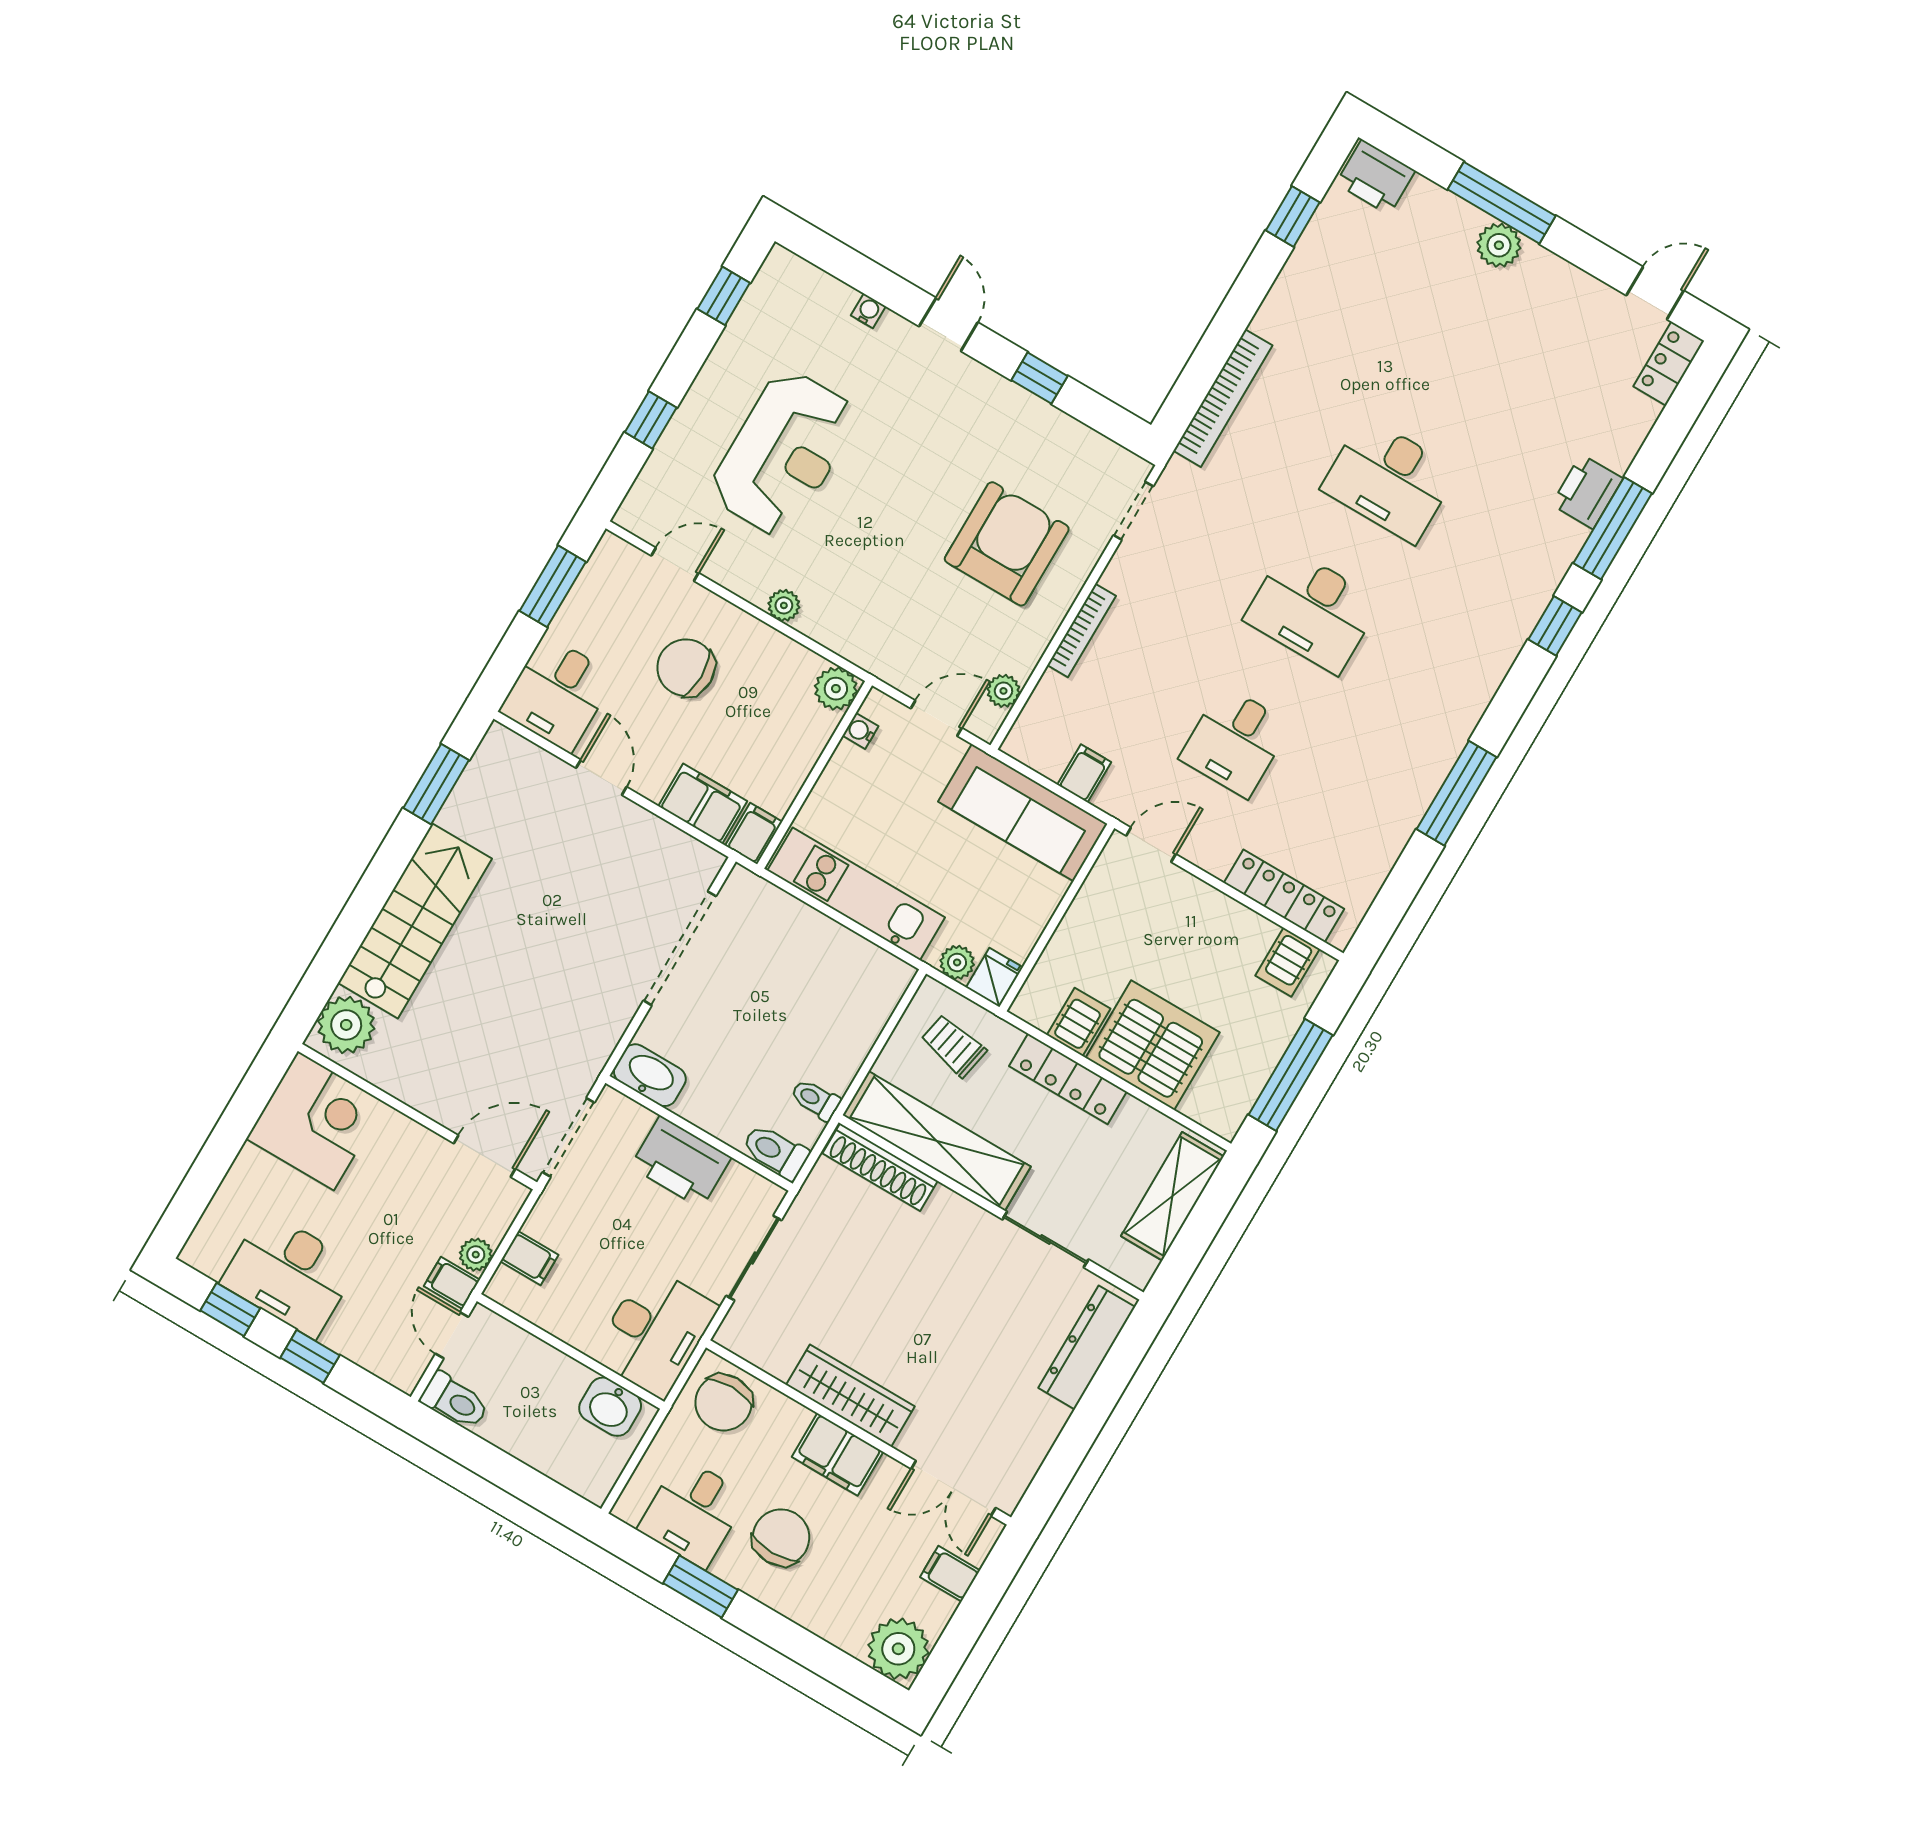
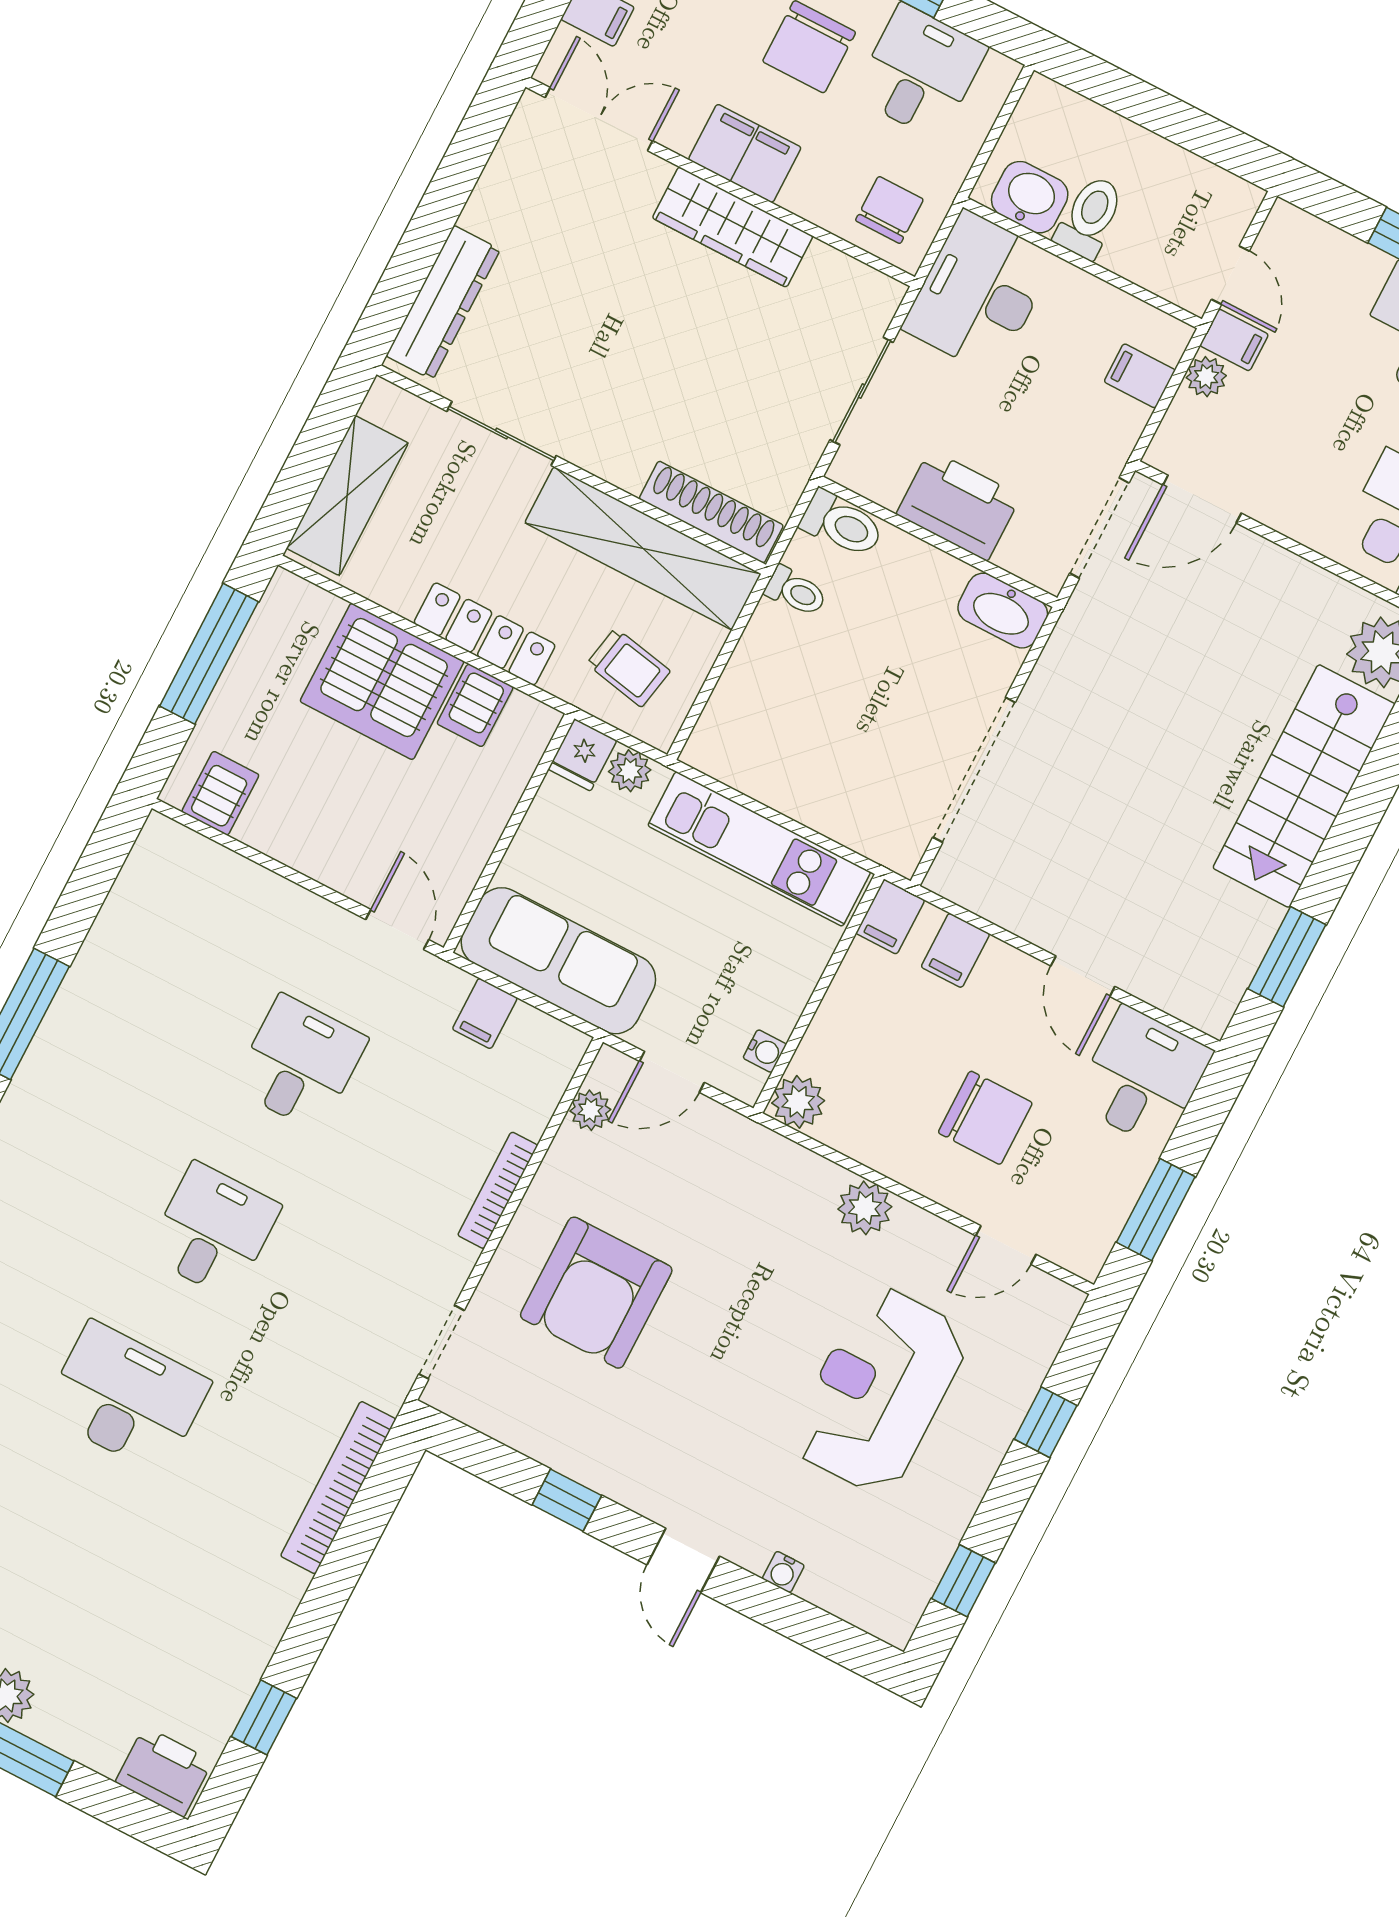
plant: (784, 605) -> (865, 1208), width x1.38, depth x1.38
desk: (1312, 611) -> (213, 1230), width x0.73
filing cabinet: (703, 804) -> (955, 950), width x0.50
door: (1151, 845) -> (397, 930), swing flipped
locker: (1284, 896) -> (229, 875), removed
toilet: (455, 1401) -> (1090, 217), moved, turned 90
chair: (724, 1403) -> (889, 210), width x0.73, depth x0.73

